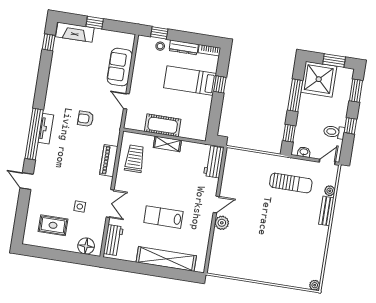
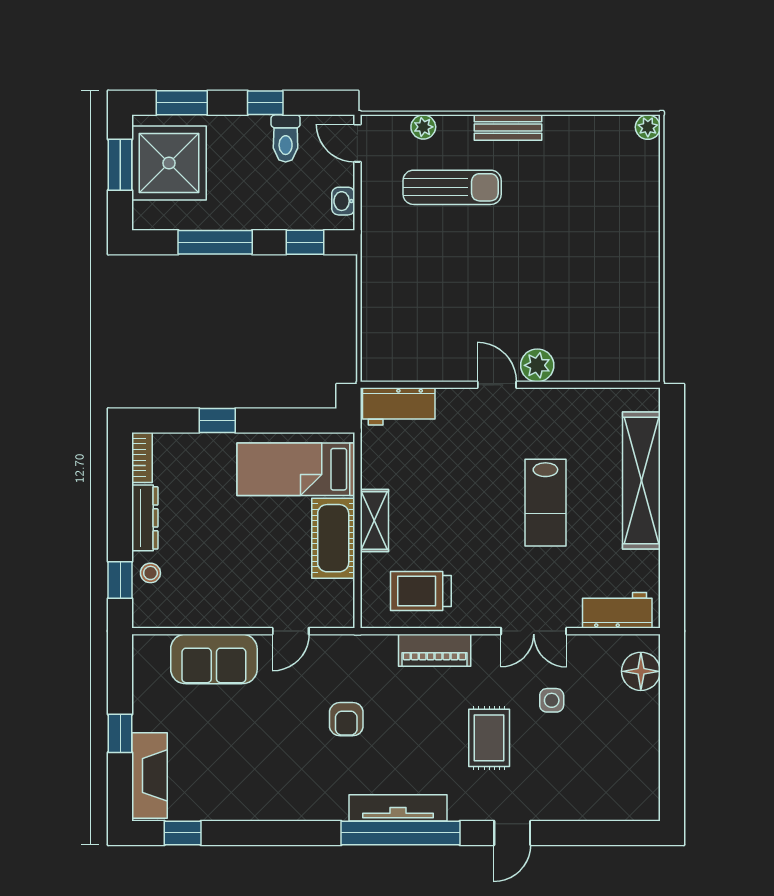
shower: (319, 79) -> (169, 163), moved
bed: (190, 81) -> (296, 469), moved, turned 90
tv unit: (46, 129) -> (398, 808), width x1.41
sun lounger: (291, 183) -> (452, 187), moved, turned 90
double door: (110, 204) -> (534, 631), swing flipped
bench: (326, 211) -> (508, 128), moved
rug: (53, 225) -> (489, 738), moved

